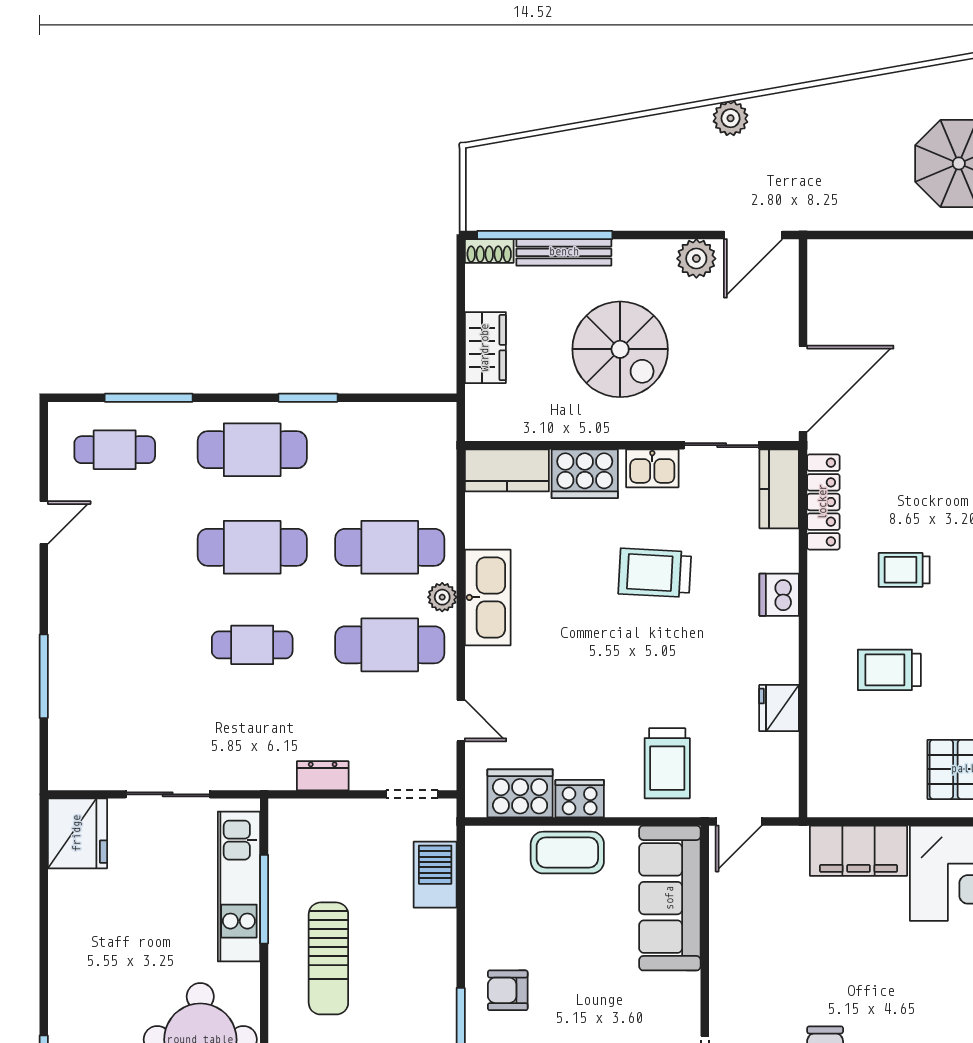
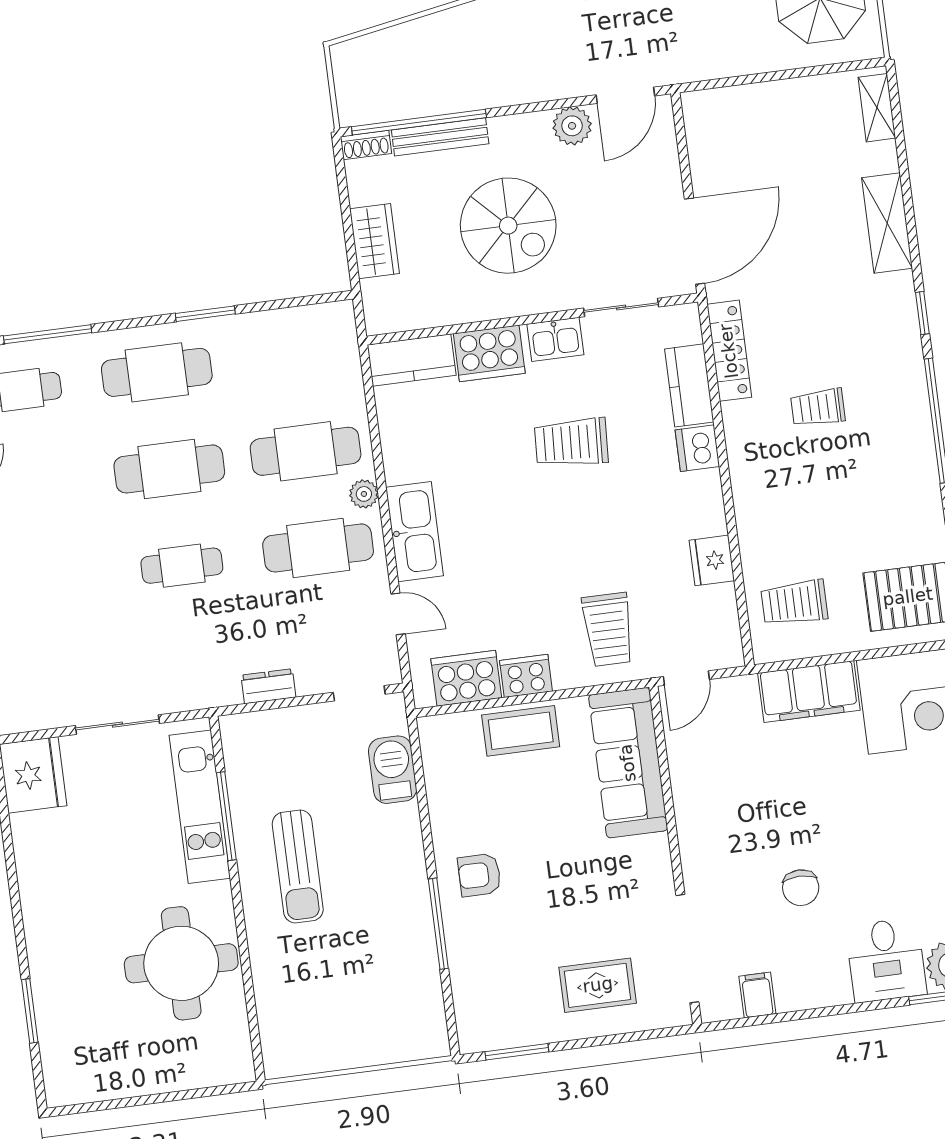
kitchen counter: (779, 489) -> (689, 385), moved
kitchen sink: (488, 597) -> (415, 532), moved
trolley: (889, 670) -> (794, 603), moved

